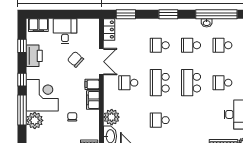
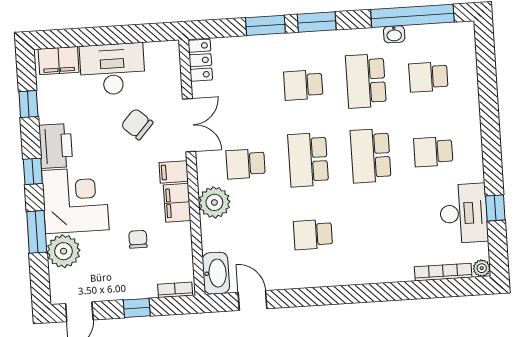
window: (126, 14) -> (265, 25), moved
desk: (65, 31) -> (112, 69), width x1.37
school desk: (191, 45) -> (366, 81), width x1.85
printer: (34, 56) -> (56, 146), moved
window: (22, 110) -> (37, 232), width x0.69
plant: (112, 117) -> (214, 202), moved

